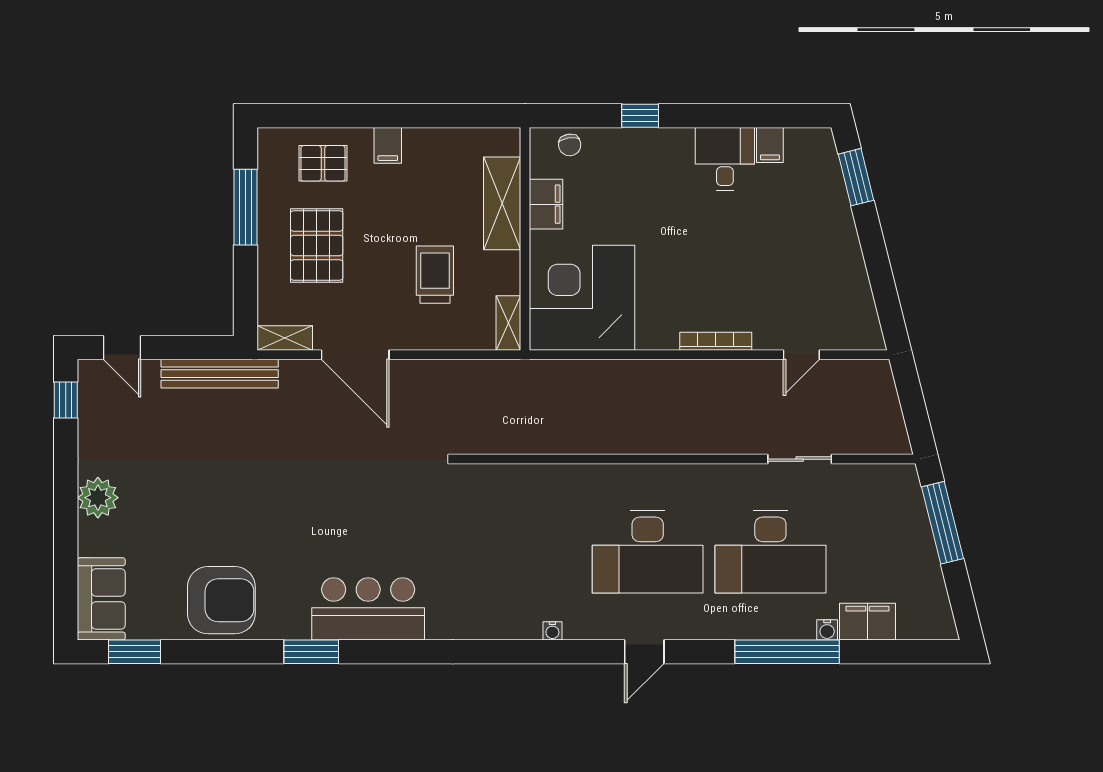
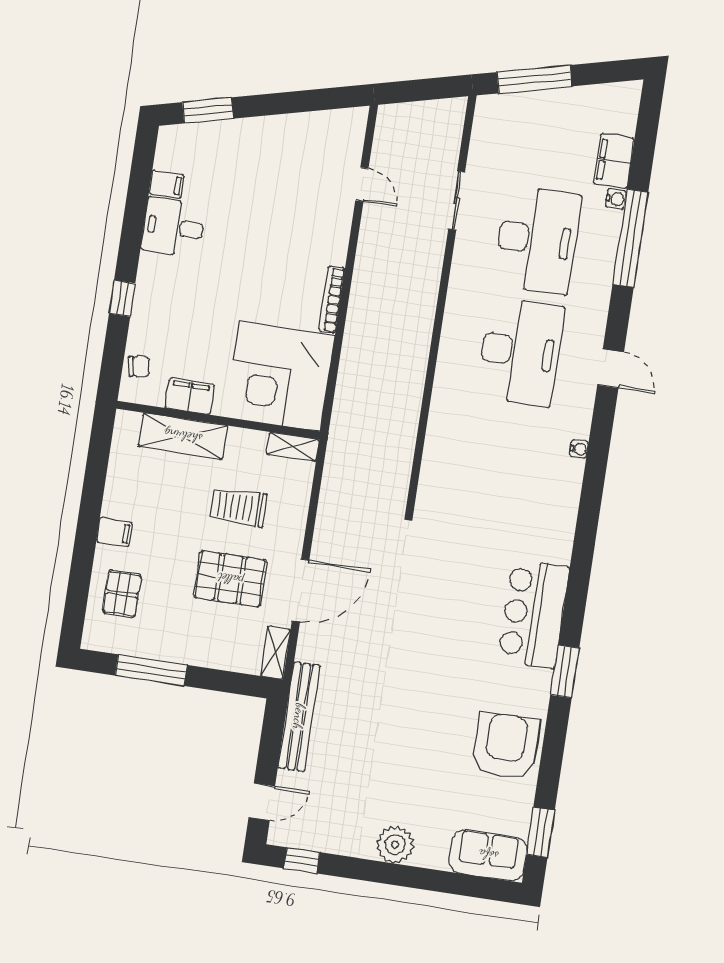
pallet: (317, 246) -> (230, 579), moved
bookcase: (716, 341) -> (332, 300), moved

